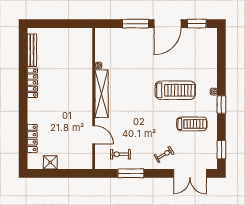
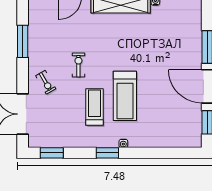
treadmill: (192, 124) -> (95, 107), moved, turned 180
exercise bike: (120, 154) -> (78, 65), moved

